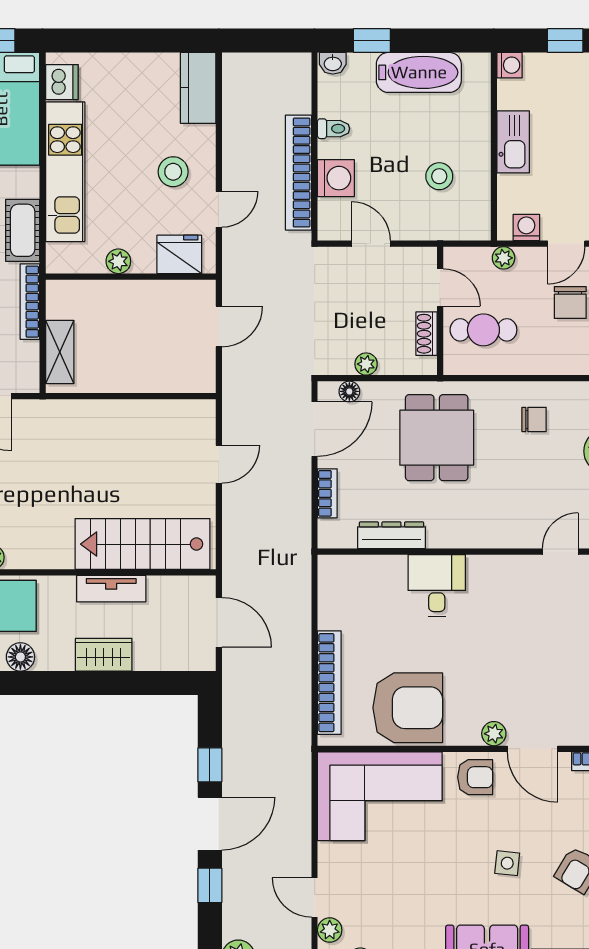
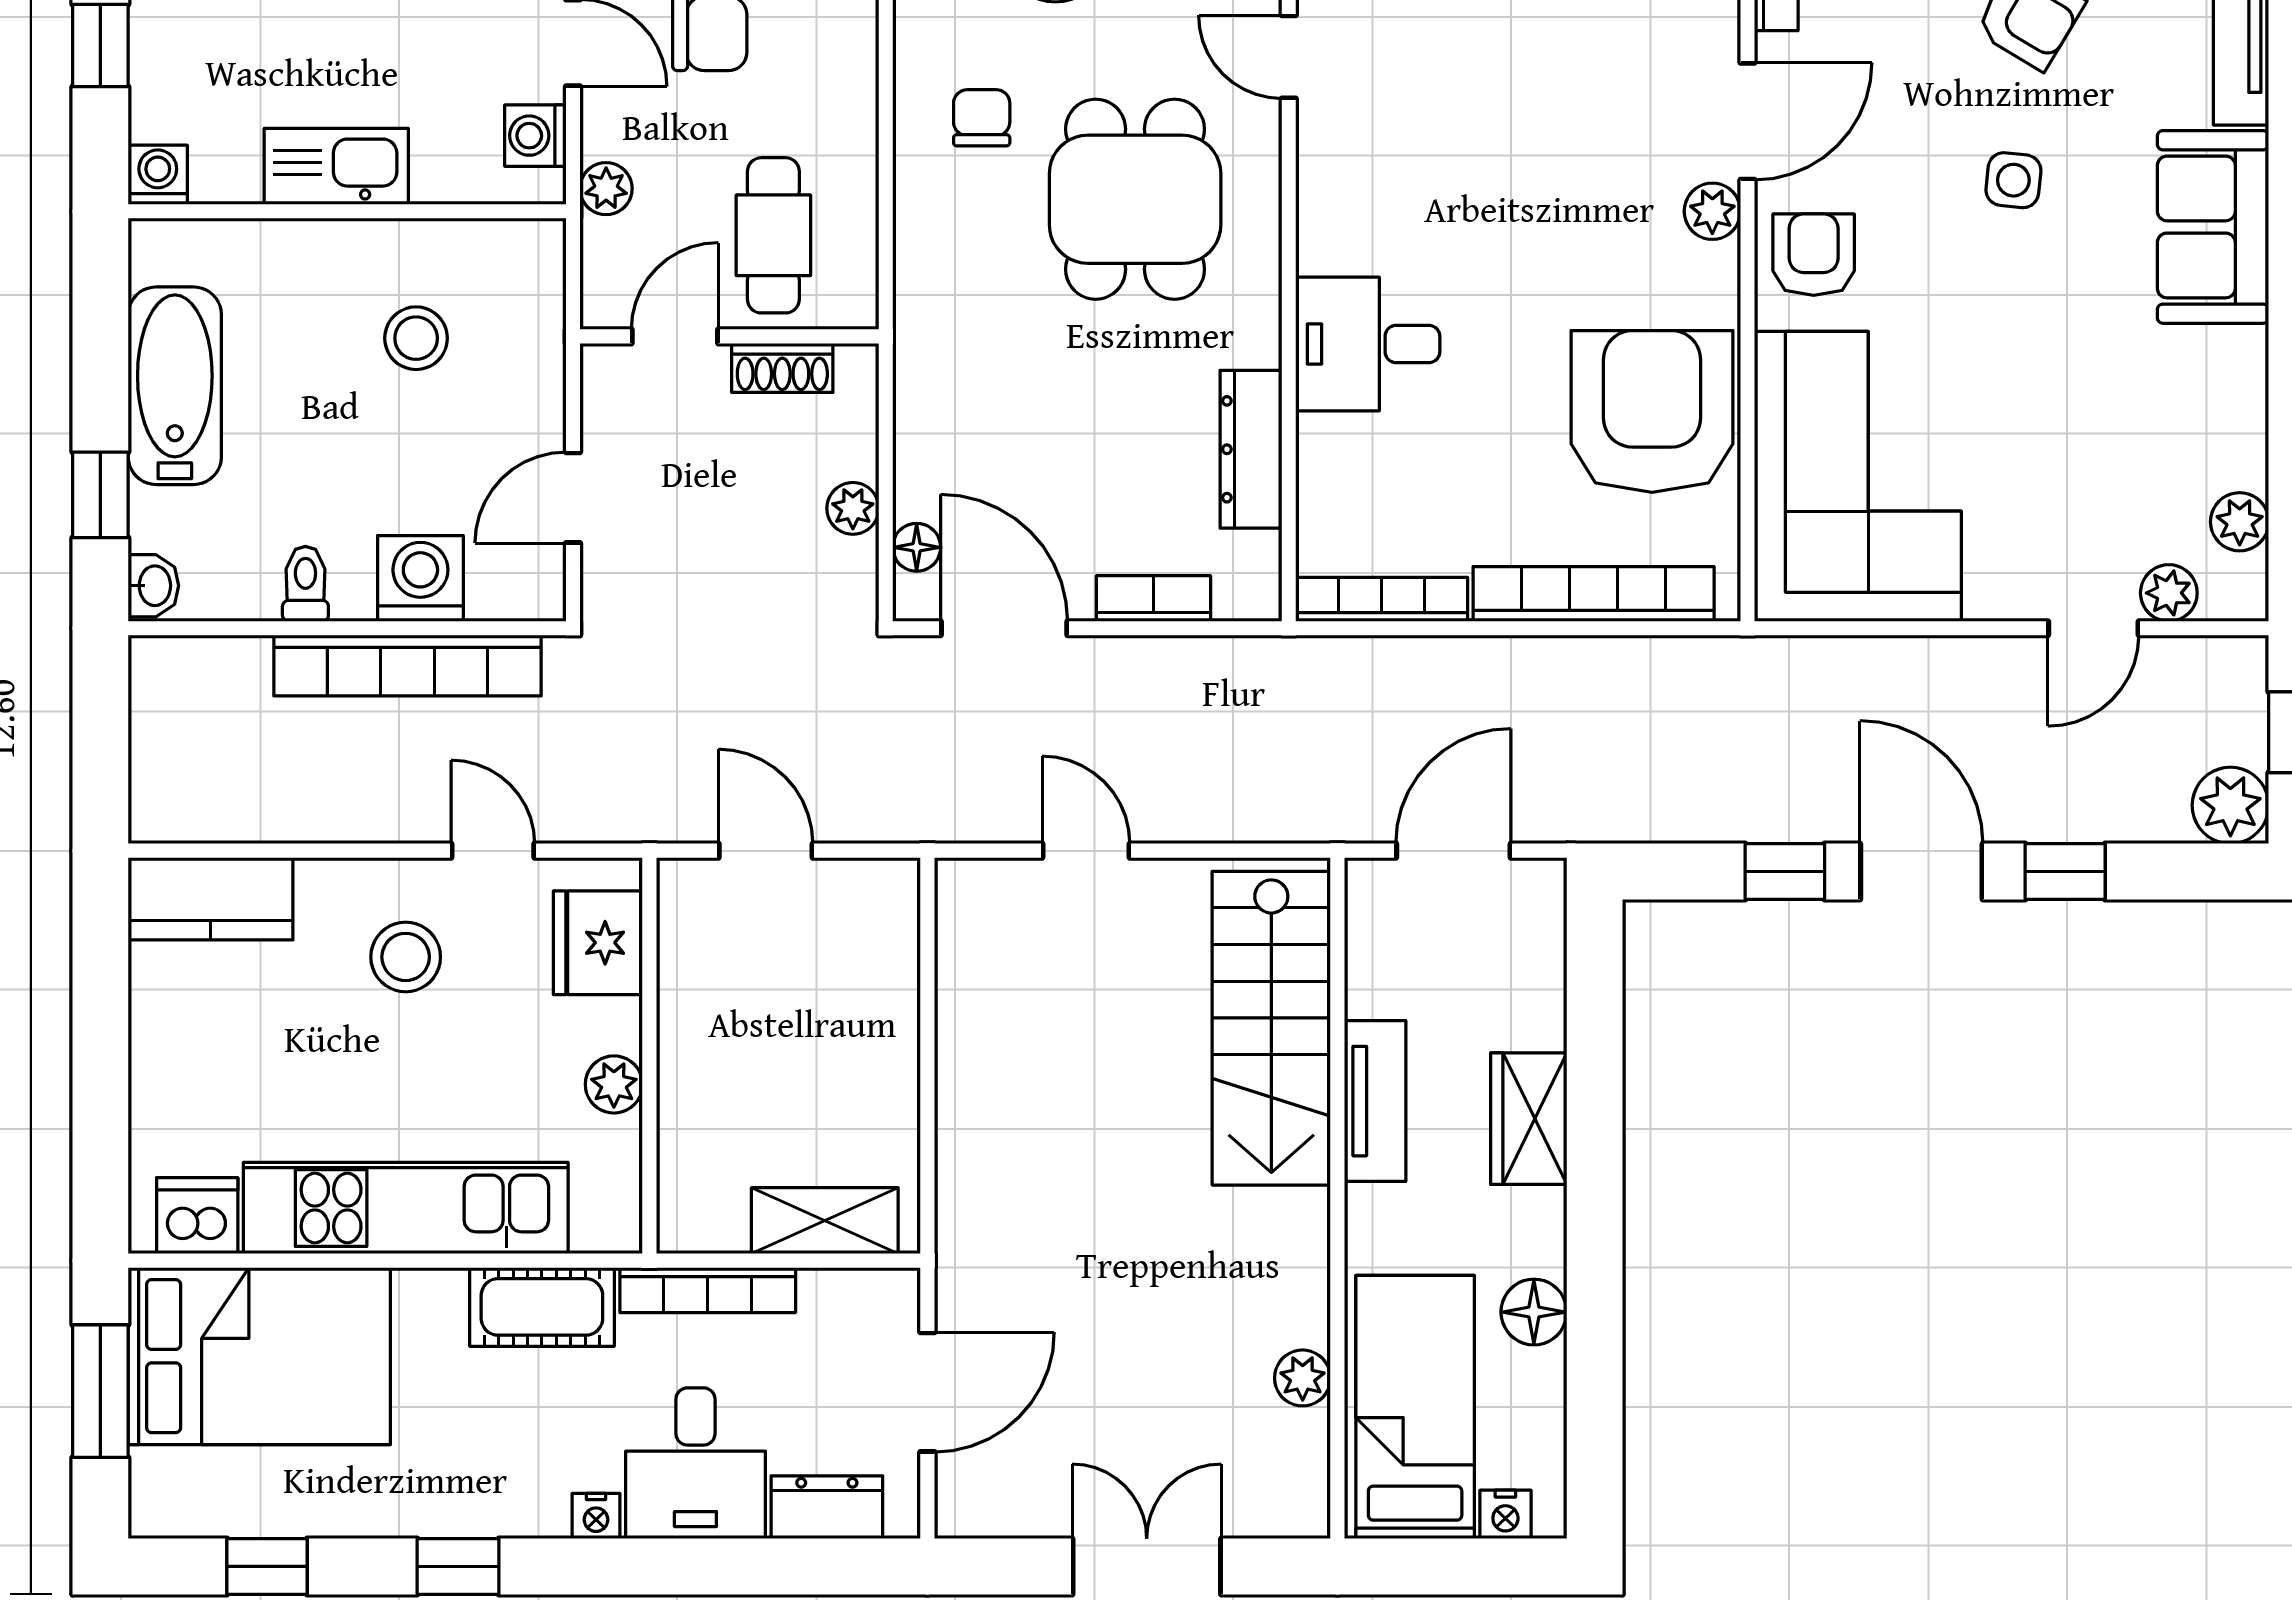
dining table: (437, 438) -> (1135, 199), moved, turned 90
bookcase: (327, 591) -> (1382, 599), added

